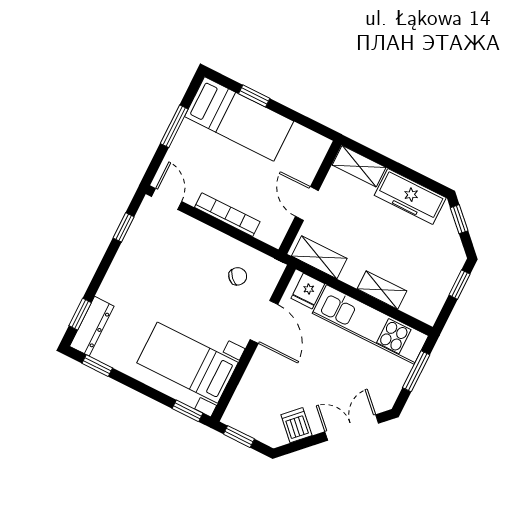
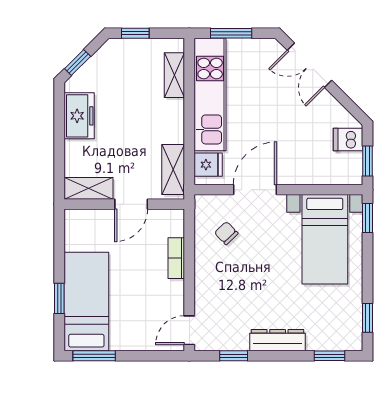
window: (174, 126) -> (94, 356), moved
shelving: (359, 166) -> (88, 188), moved, turned 90
freezer: (410, 196) -> (79, 116), width x0.71
bookcase: (227, 215) -> (176, 258), width x0.64
shelving: (382, 290) -> (174, 75), moved
dresser: (92, 326) -> (278, 340), moved
dishwasher: (296, 425) -> (348, 139), moved, turned 45

